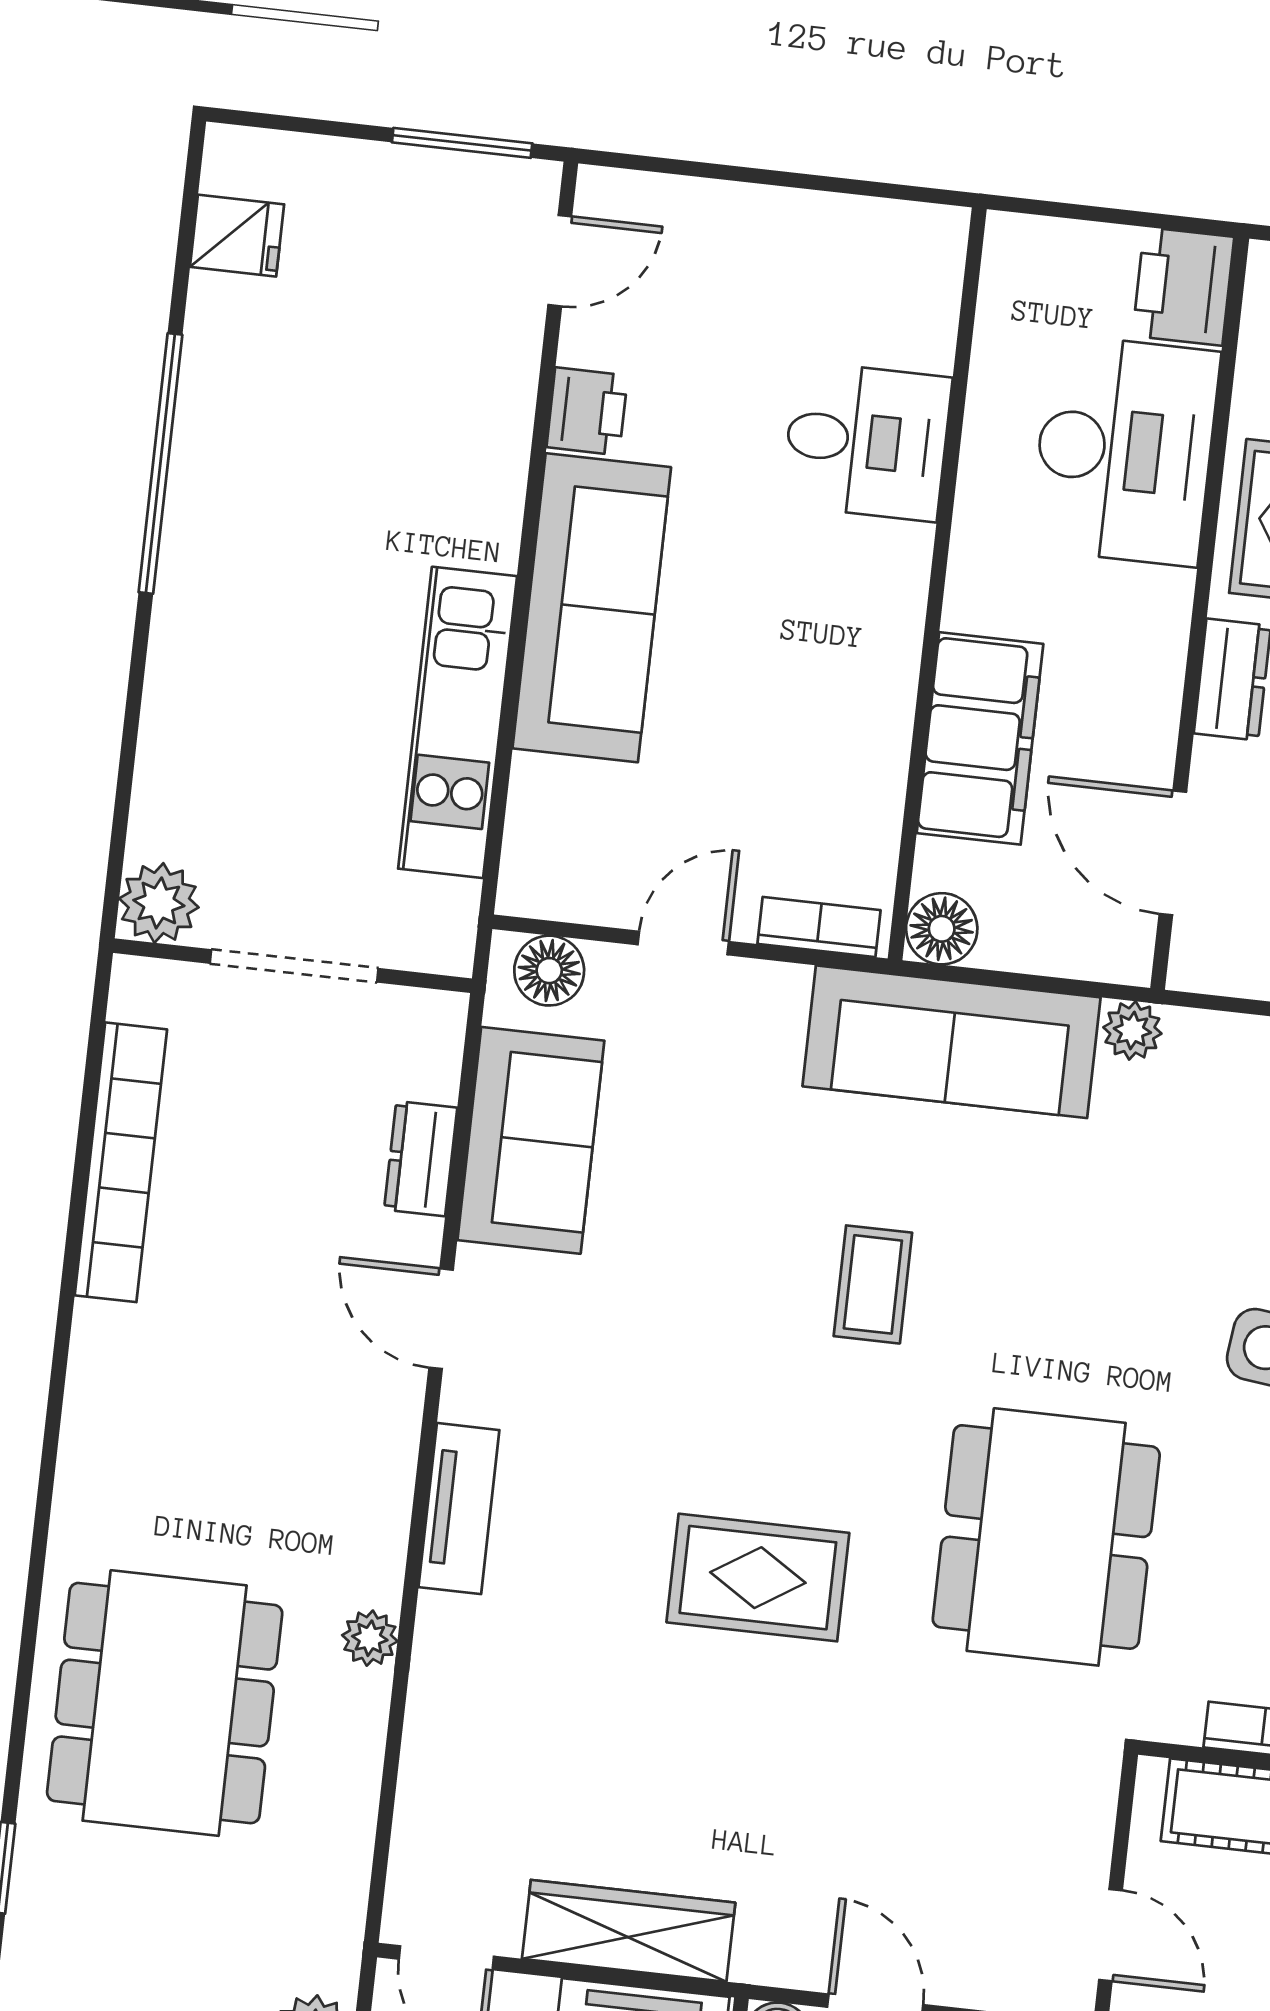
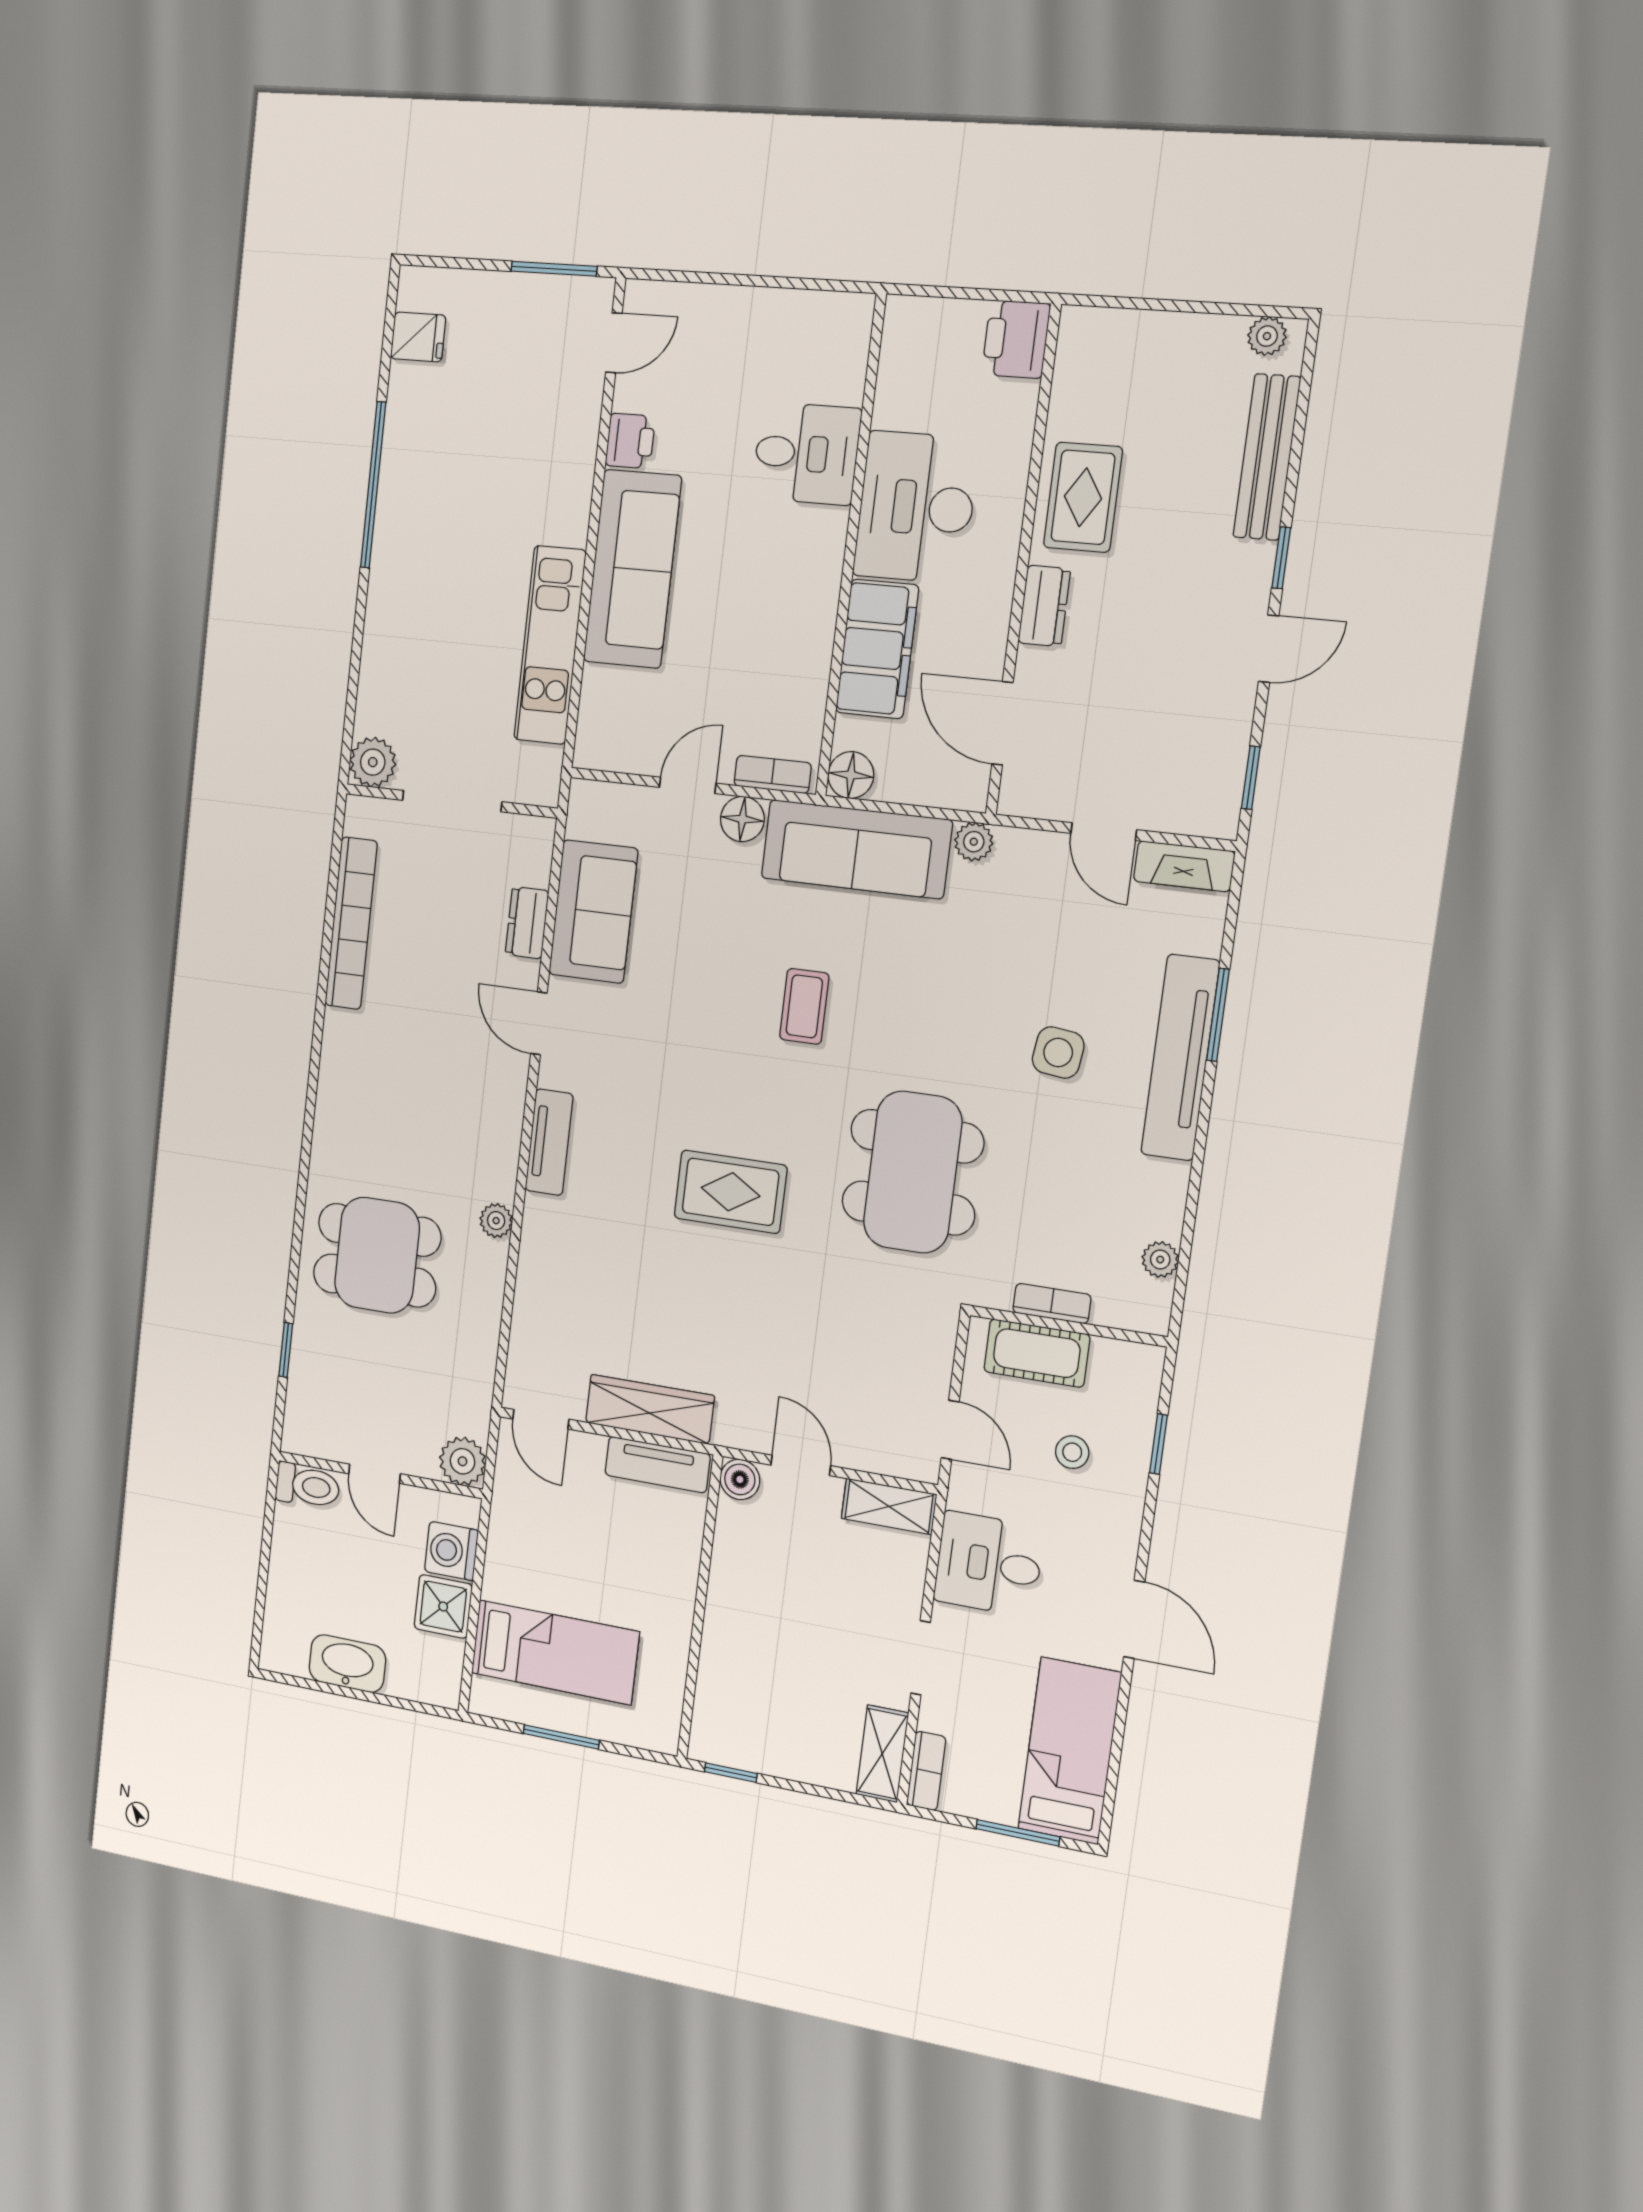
desk: (1125, 450) -> (916, 507), moved, turned 180
floor lamp: (549, 971) -> (742, 819), moved
dining table: (165, 1703) -> (377, 1255), width x0.73

